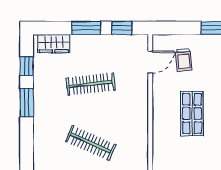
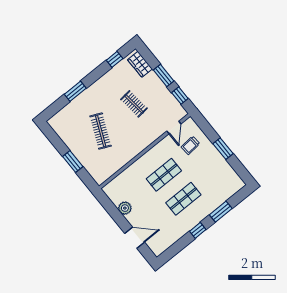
door: (150, 62) -> (174, 127), hinge flipped
clothes rail: (91, 84) -> (134, 104), width x0.73
window: (27, 103) -> (75, 91), moved

